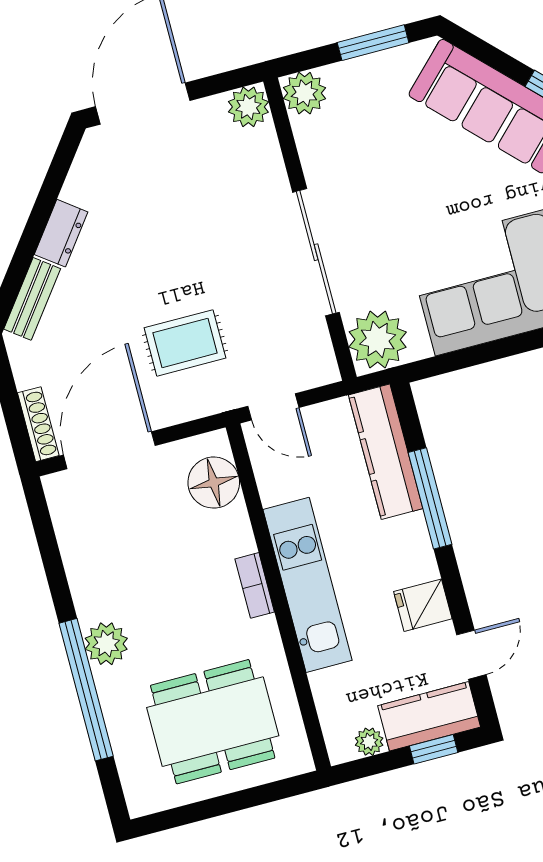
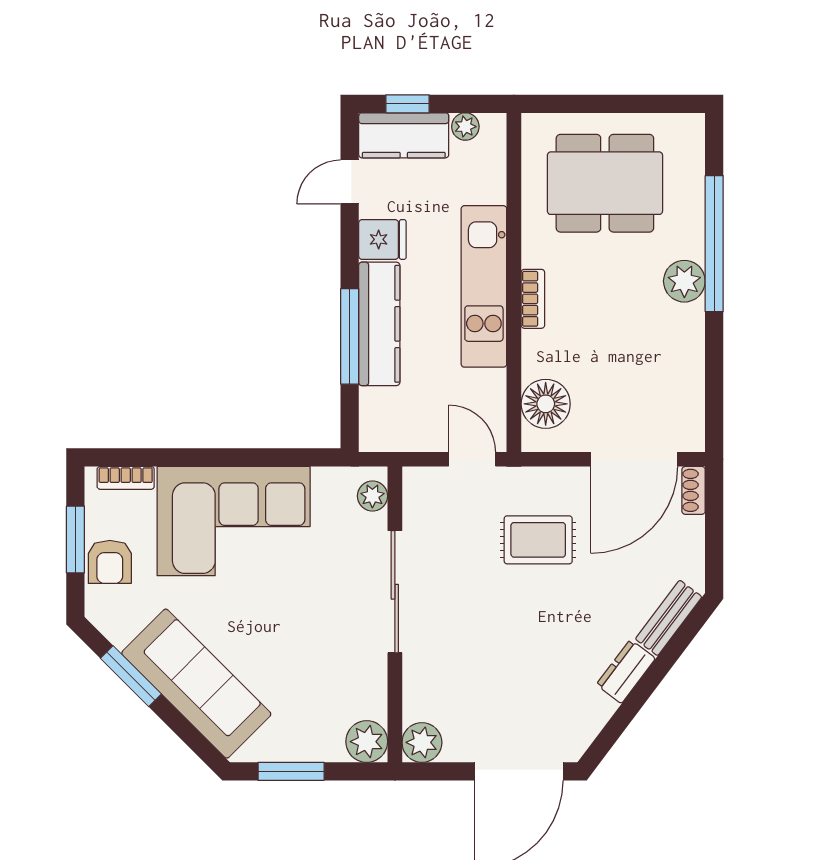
plant: (378, 340) -> (372, 496), width x0.53, depth x0.53
shoe rack: (38, 424) -> (694, 490), width x0.70
kitchen counter: (386, 452) -> (379, 324), moved

